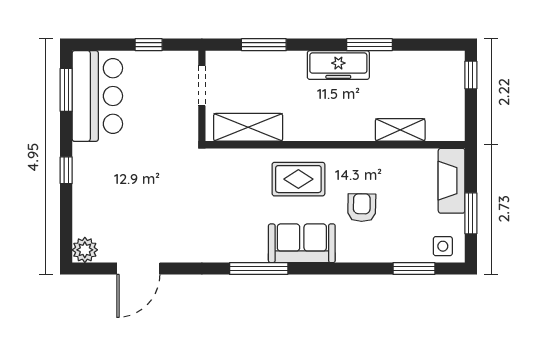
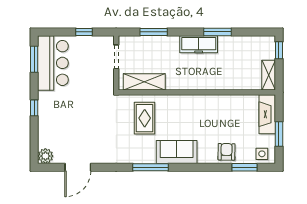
shelving: (400, 130) -> (269, 75), moved, turned 90
rug: (298, 179) -> (145, 118), moved, turned 90
armchair: (362, 208) -> (227, 152), moved

